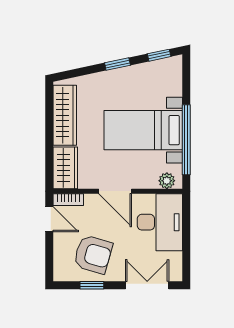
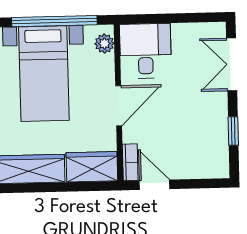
door: (49, 219) -> (155, 185), hinge flipped
desk: (160, 222) -> (145, 51), width x0.73
armchair: (93, 254) -> (196, 131), removed

